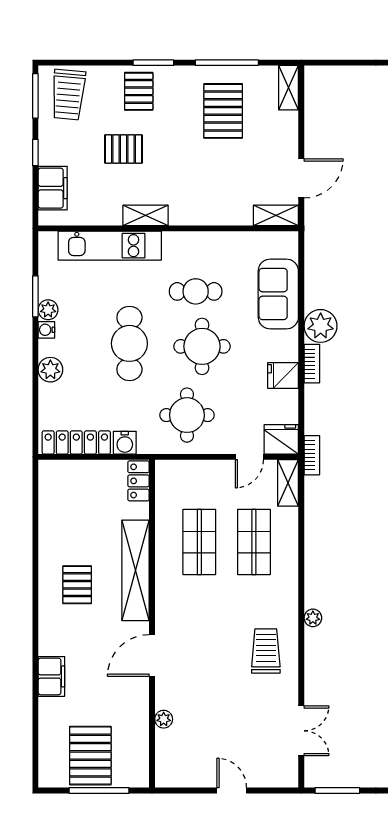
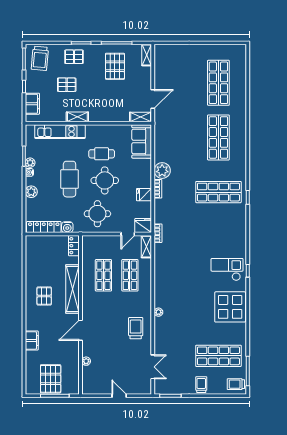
pallet: (139, 91) -> (74, 57), turned 90
sofa: (278, 294) -> (142, 141), moved

